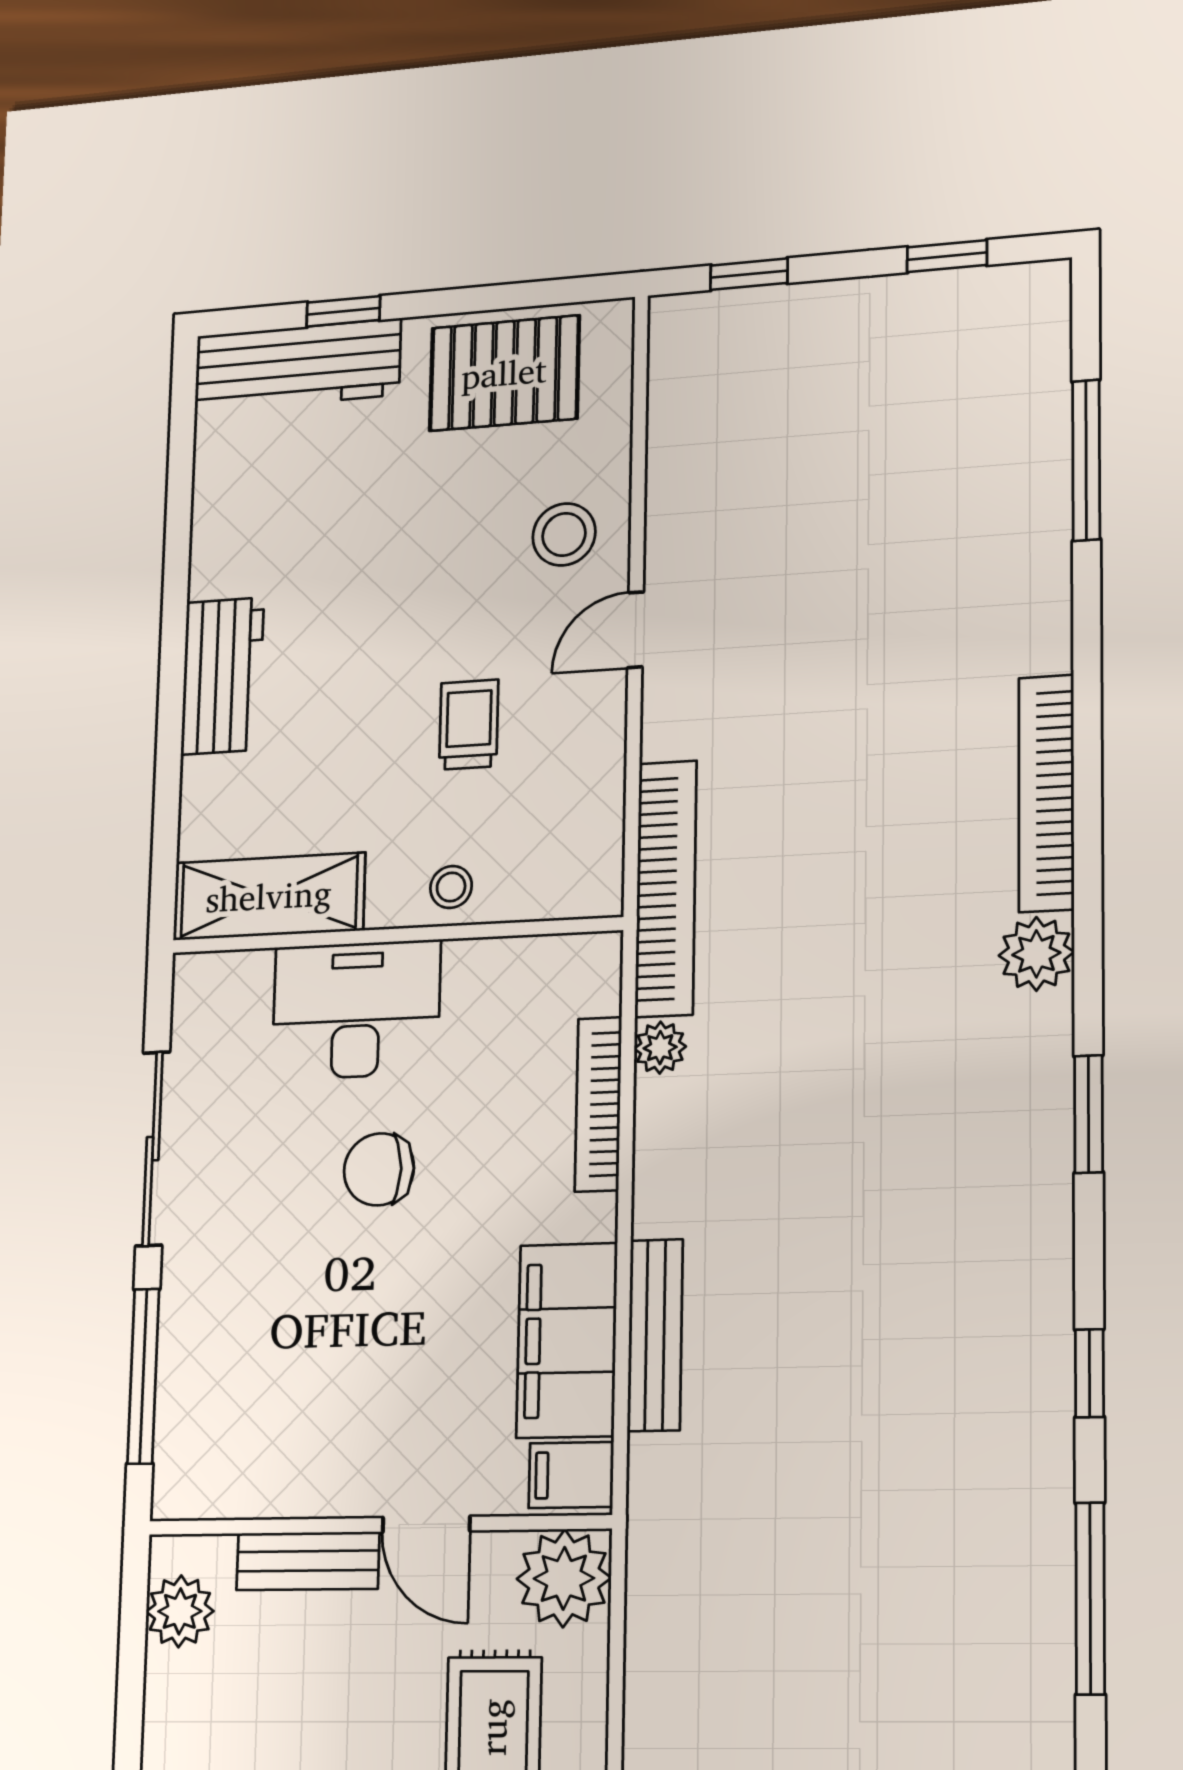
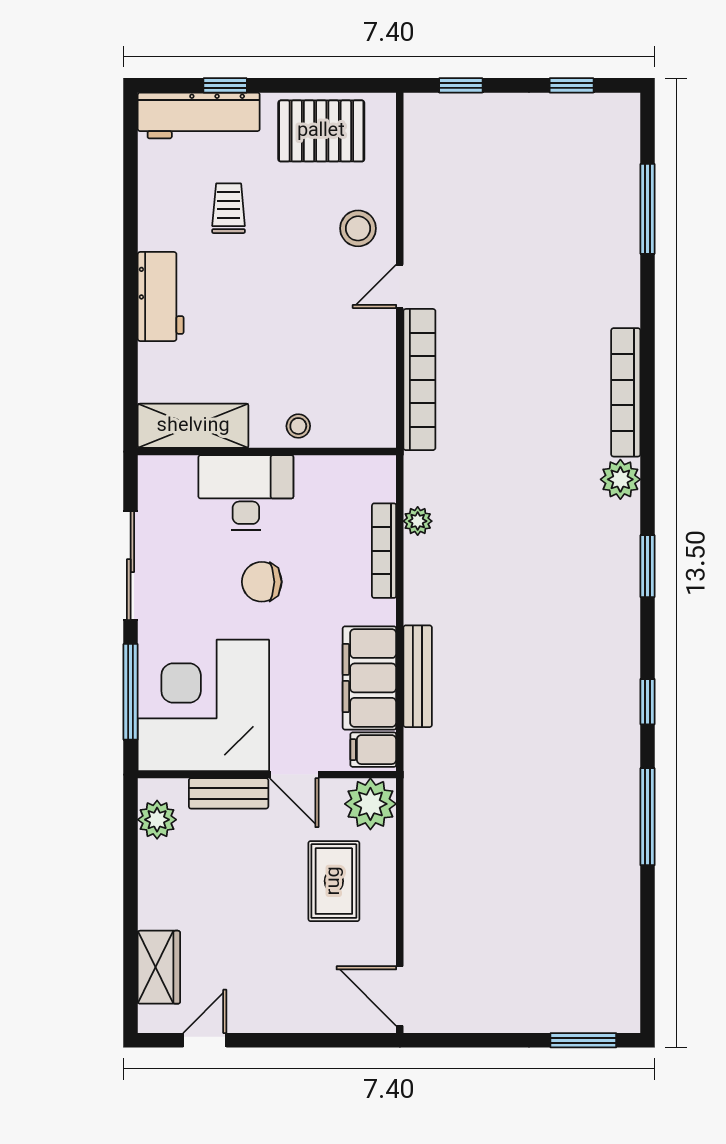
trolley: (469, 725) -> (229, 208), moved
bookcase: (666, 888) -> (419, 380), moved
corner desk: (269, 1398) -> (203, 705), added

